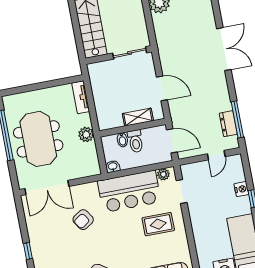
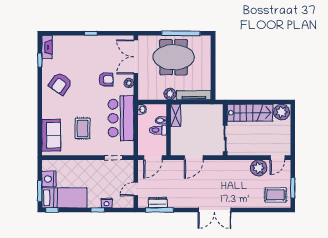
tv unit: (81, 97) -> (194, 95), width x1.41
shelving: (138, 117) -> (176, 115), moved
door: (216, 155) -> (136, 189), hinge flipped
plant: (163, 174) -> (129, 83), moved
armchair: (83, 220) -> (106, 79), turned 124
rug: (158, 224) -> (83, 128), moved

